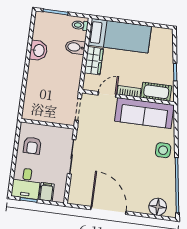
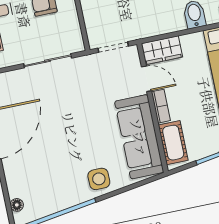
wardrobe: (94, 61) -> (162, 50), moved
floor lamp: (158, 207) -> (17, 205), width x0.53, depth x0.53

